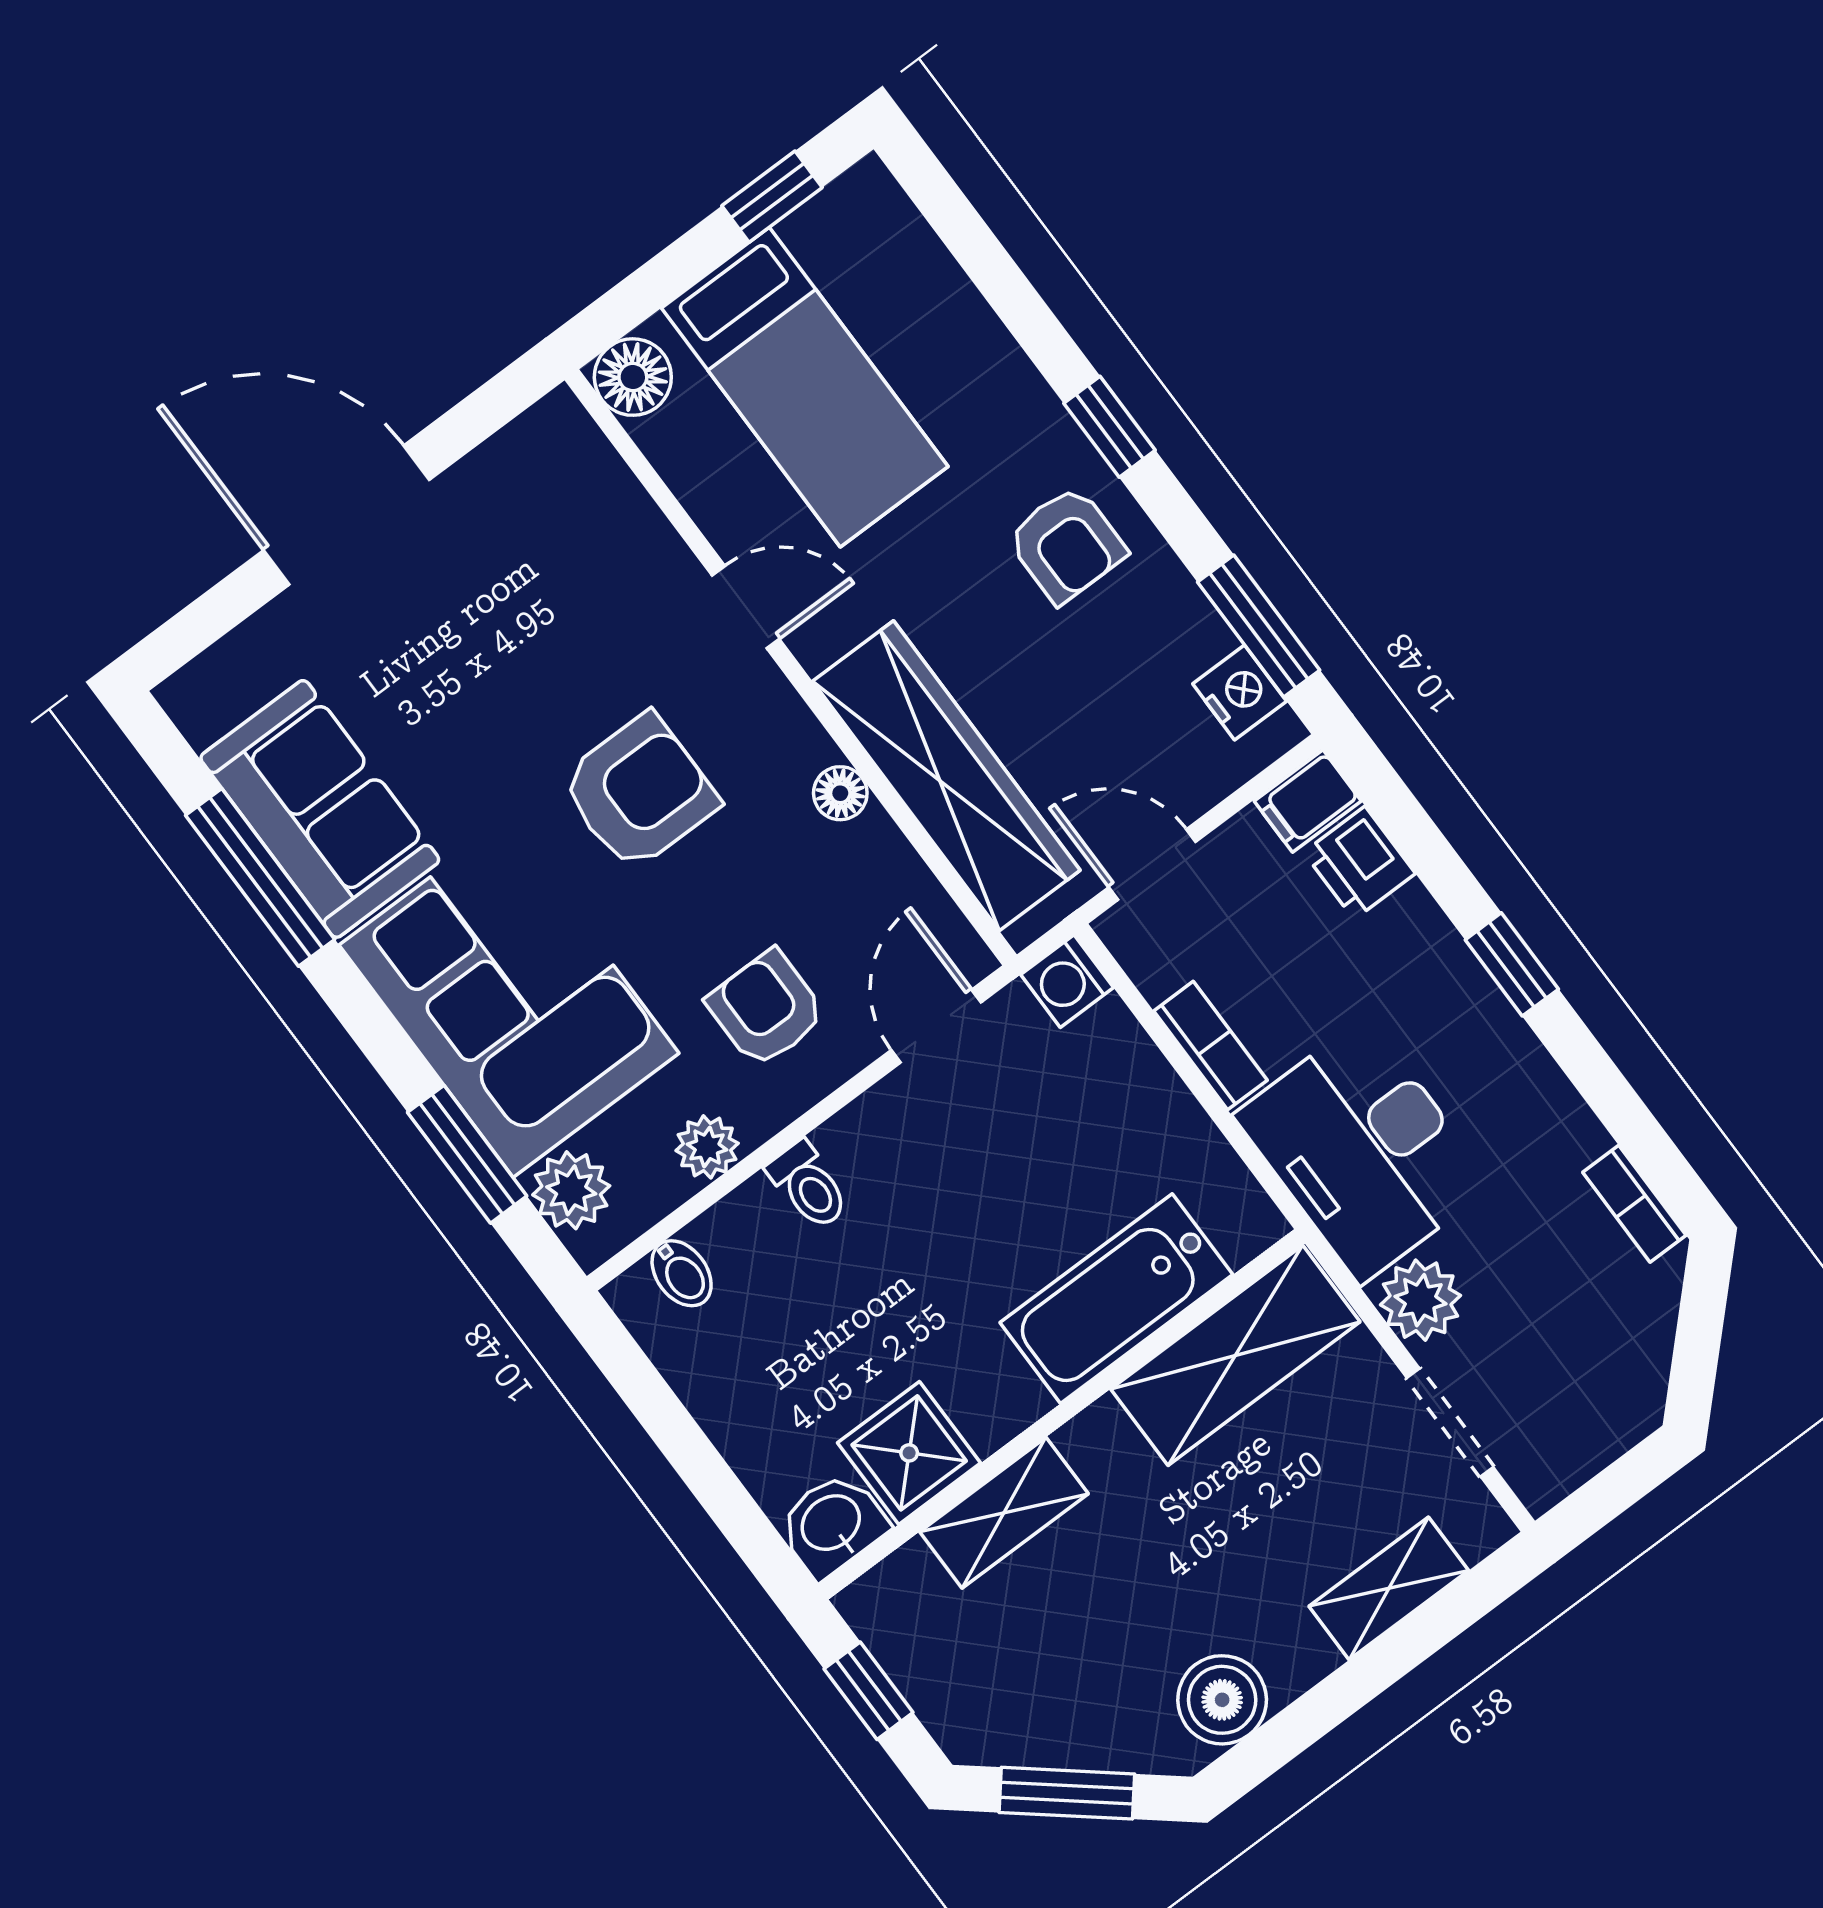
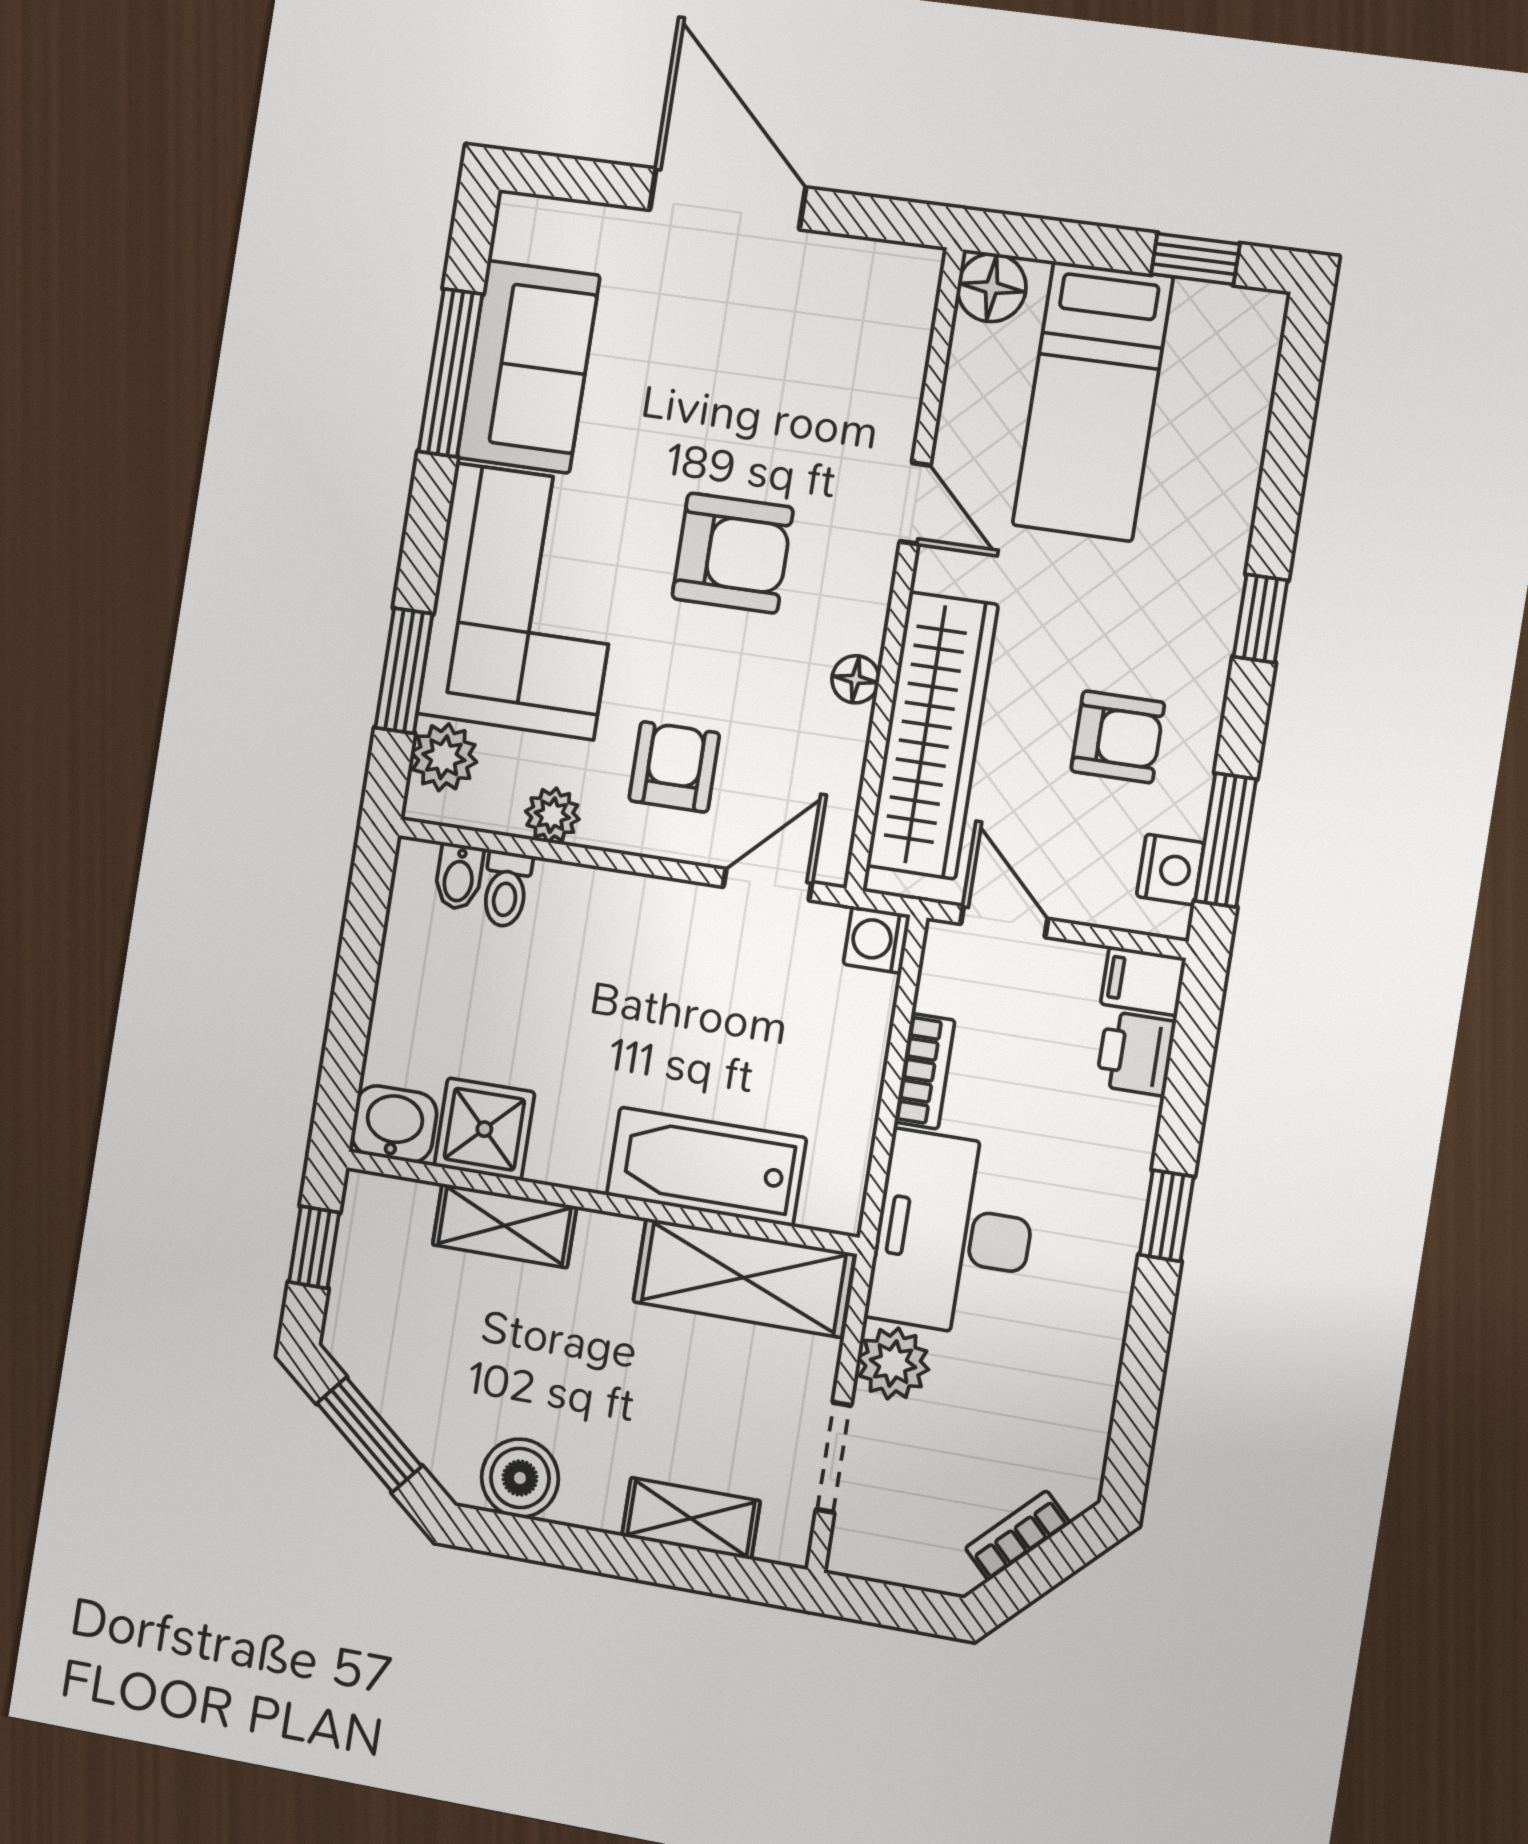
armchair: (1067, 544) -> (1118, 737), moved, turned -90
toilet: (808, 1185) -> (506, 889), moved
bookcase: (1634, 1204) -> (1018, 1536), moved, turned 45

